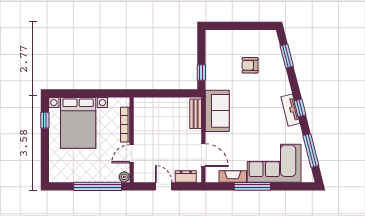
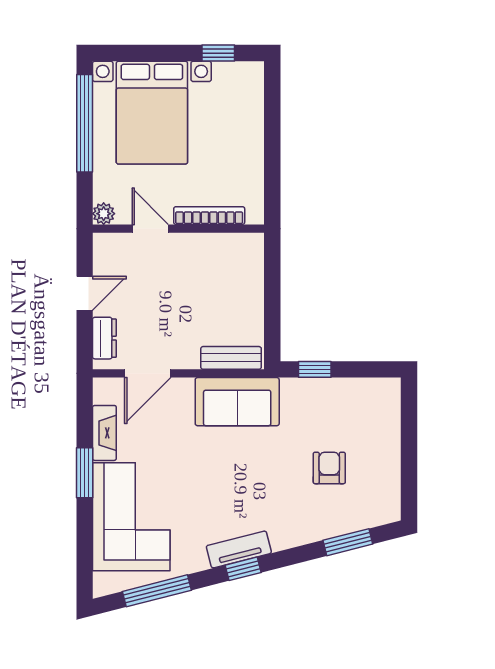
bed with nightstands: (78, 123) -> (152, 113), moved, turned -90
window: (98, 186) -> (85, 123), moved
window: (252, 186) -> (85, 473), width x0.69

